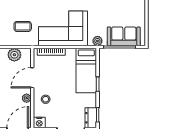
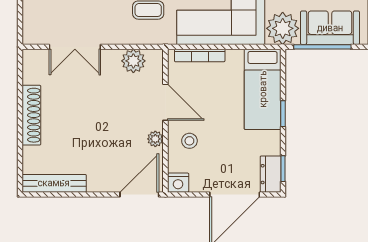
plant: (97, 41) -> (283, 28), width x1.87, depth x1.87
door: (32, 78) -> (165, 102), swing flipped

